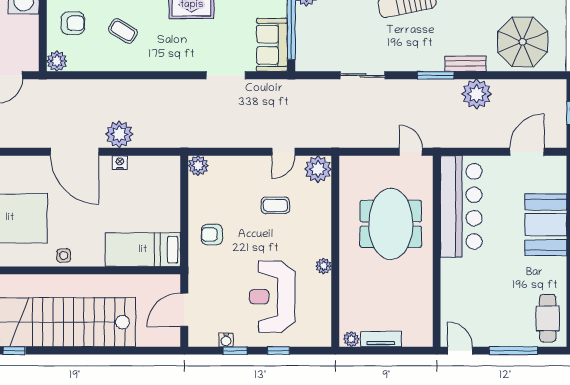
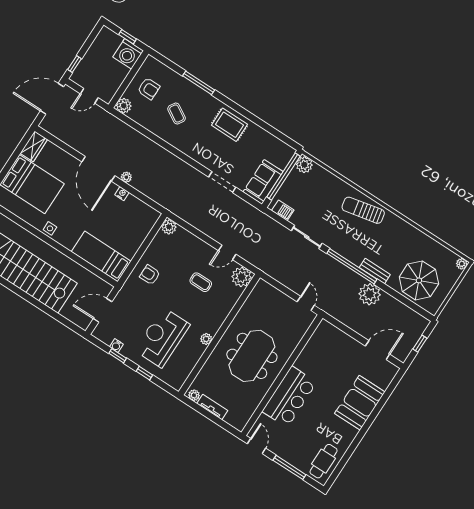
barbecue: (316, 63) -> (283, 210), added
window: (436, 75) -> (352, 266), width x2.11
plant: (119, 134) -> (126, 177), width x0.53, depth x0.53
bar counter: (461, 206) -> (289, 397), moved, width x0.73
meeting table: (391, 224) -> (252, 356), moved

